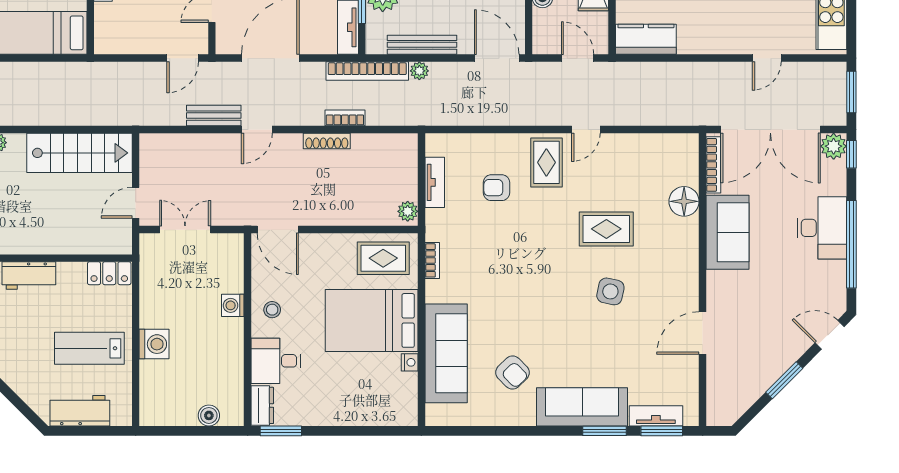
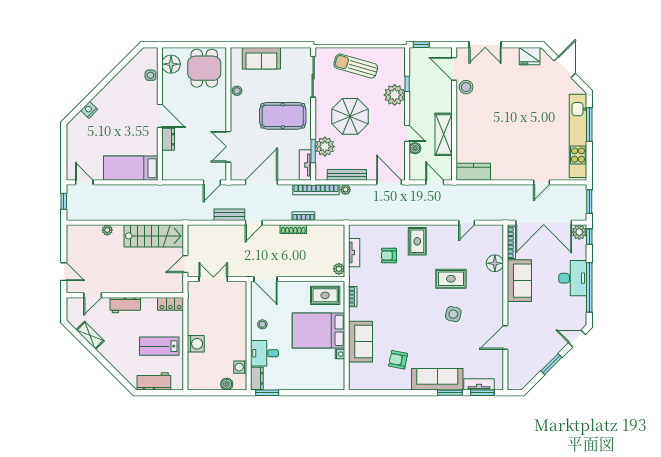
door: (586, 129) -> (467, 223), moved
washing machine: (233, 305) -> (240, 367), moved
sofa: (446, 353) -> (361, 342), width x0.73
armchair: (513, 372) -> (398, 360), turned 145

